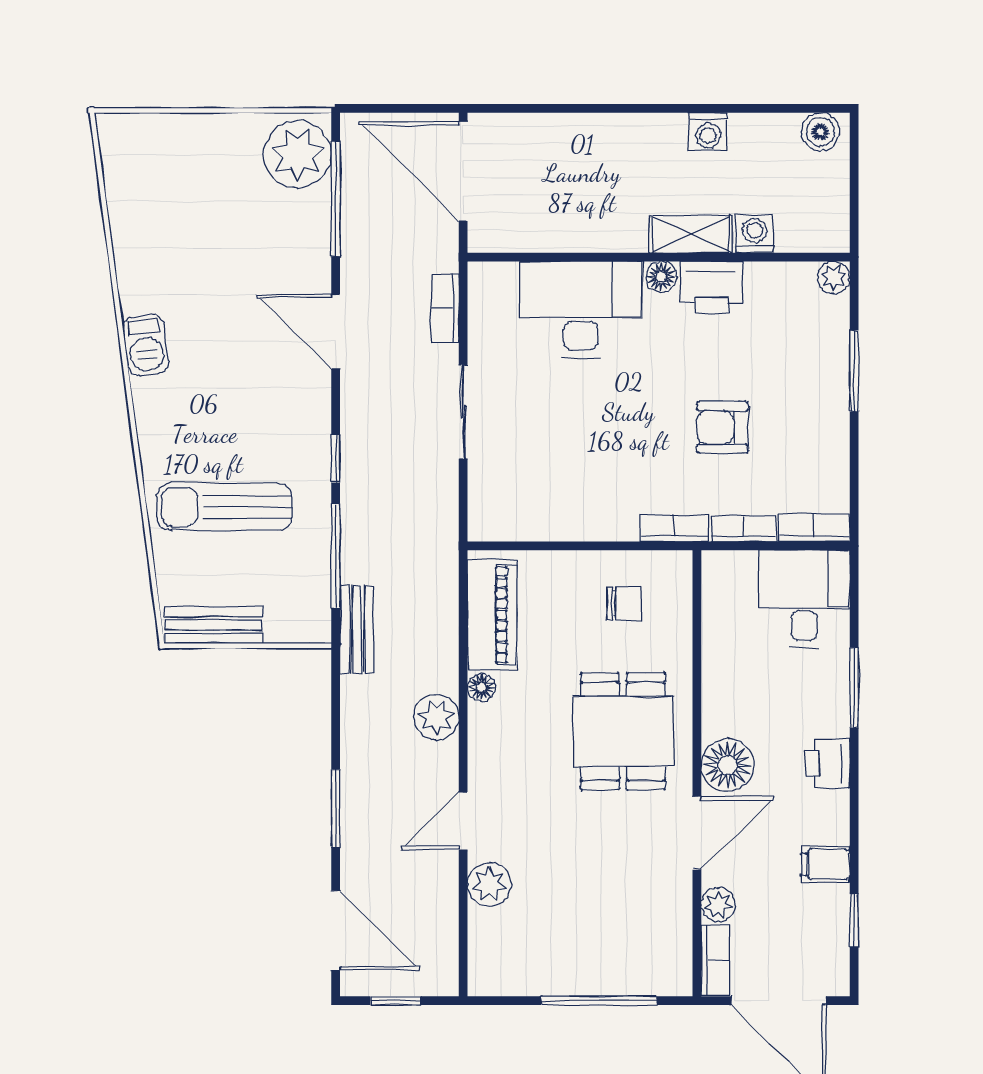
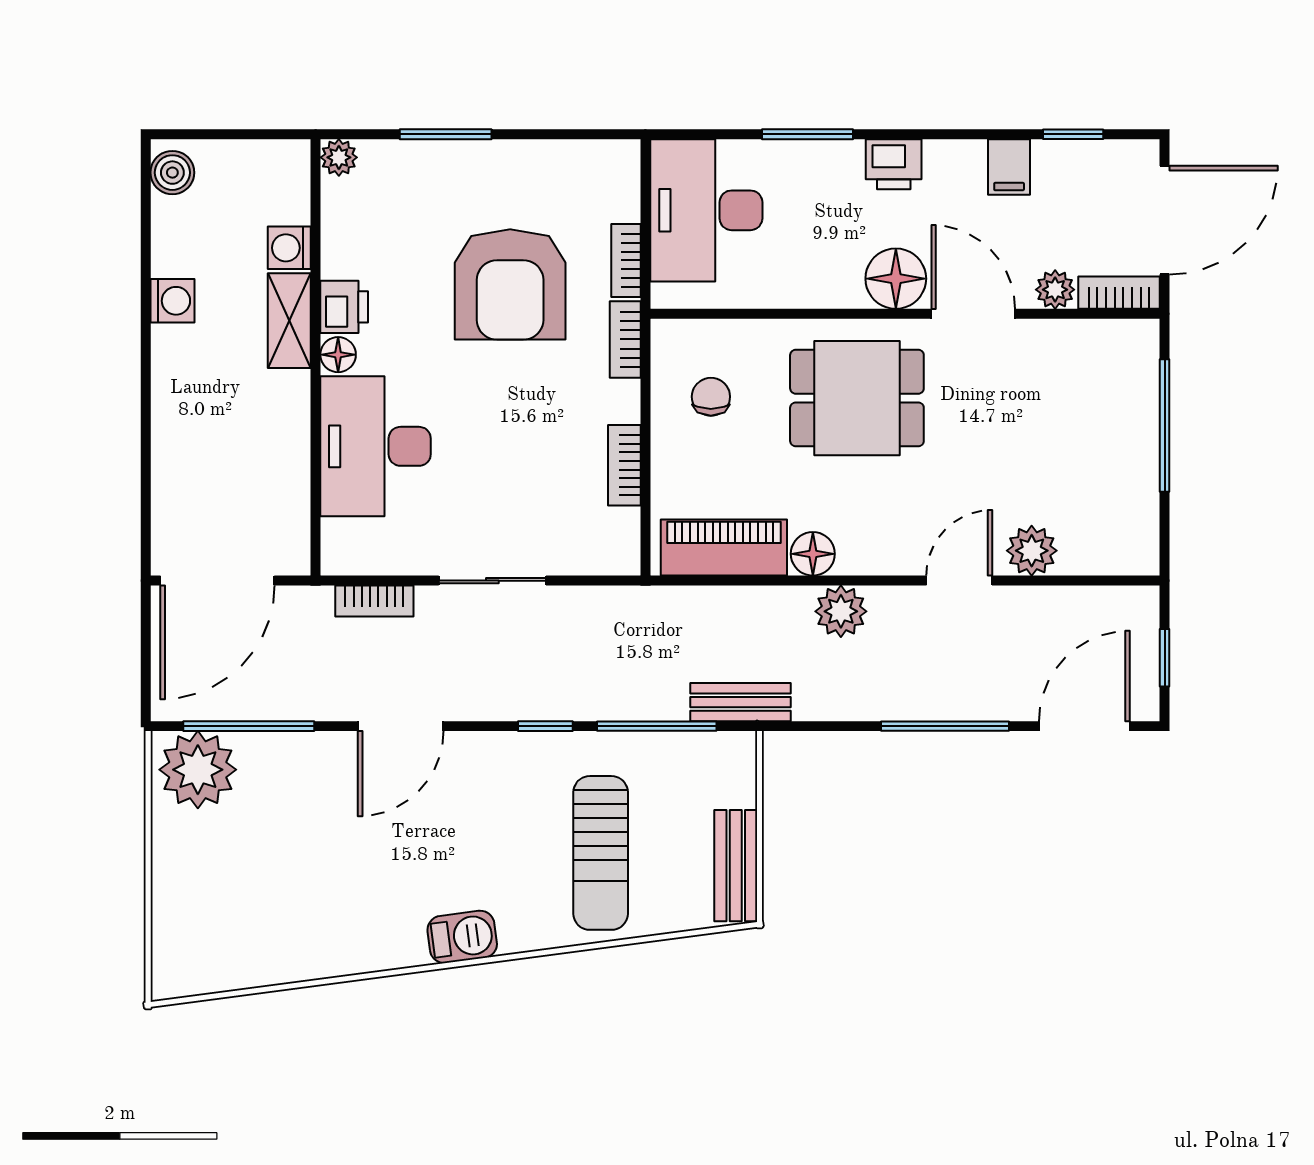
printer: (711, 287) -> (344, 307), width x0.73, depth x0.81
barbecue: (146, 345) -> (462, 937), moved
armchair: (722, 427) -> (510, 284), width x1.88, depth x1.88
bookcase: (814, 528) -> (624, 465), moved
desk: (804, 599) -> (706, 210), width x1.37
floor lamp: (481, 687) -> (813, 554), width x1.37, depth x1.37
window: (336, 808) -> (945, 726), width x1.44
door: (463, 821) -> (959, 581), swing flipped

